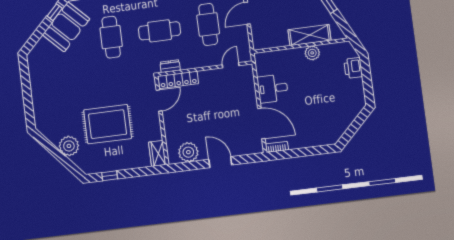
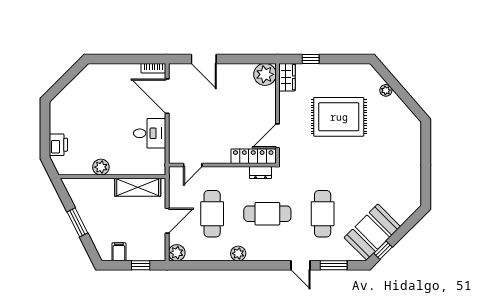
shelving: (310, 35) -> (138, 187), moved
plant: (69, 146) -> (386, 90), width x0.53, depth x0.53
plant: (188, 152) -> (265, 74), moved
door: (220, 162) -> (204, 59), moved
window: (110, 176) -> (311, 59), moved

